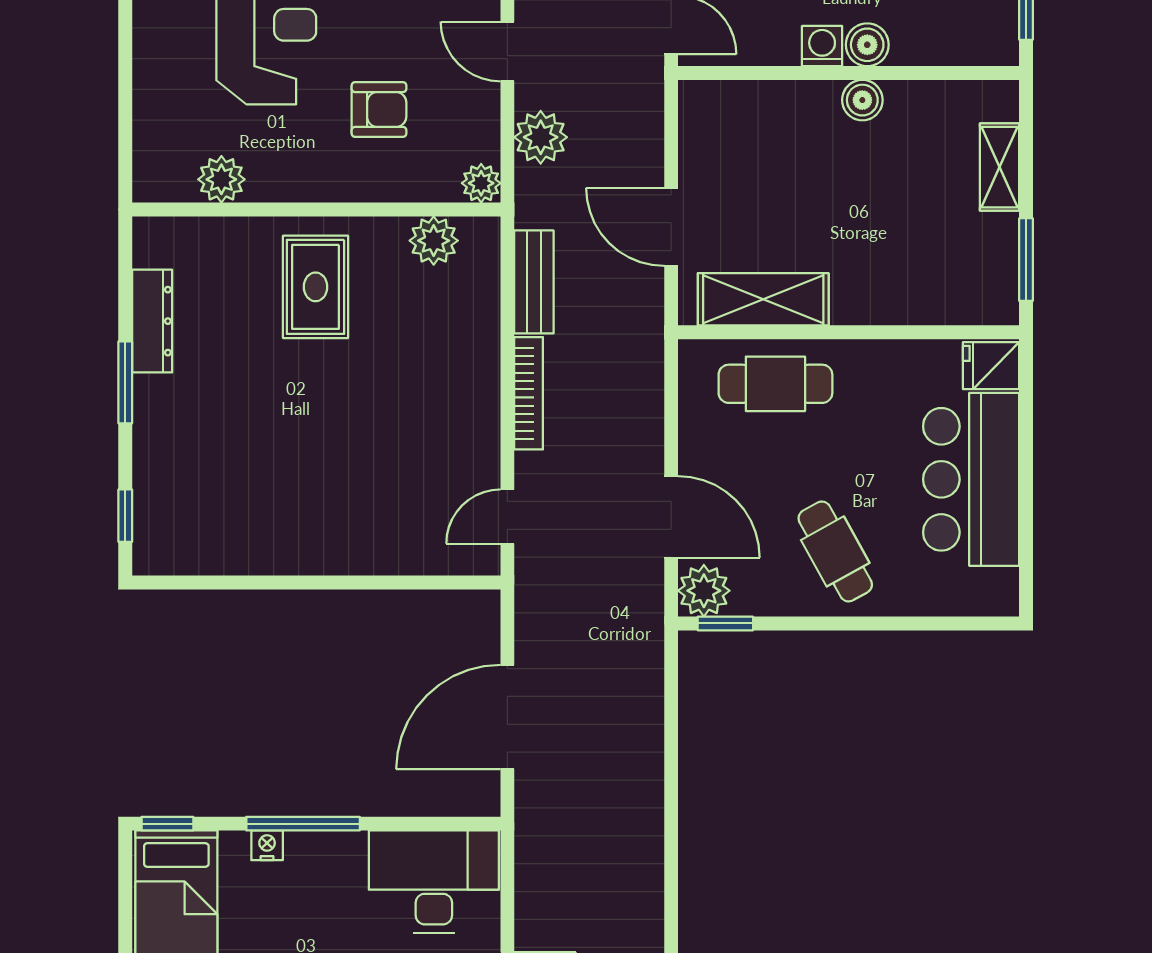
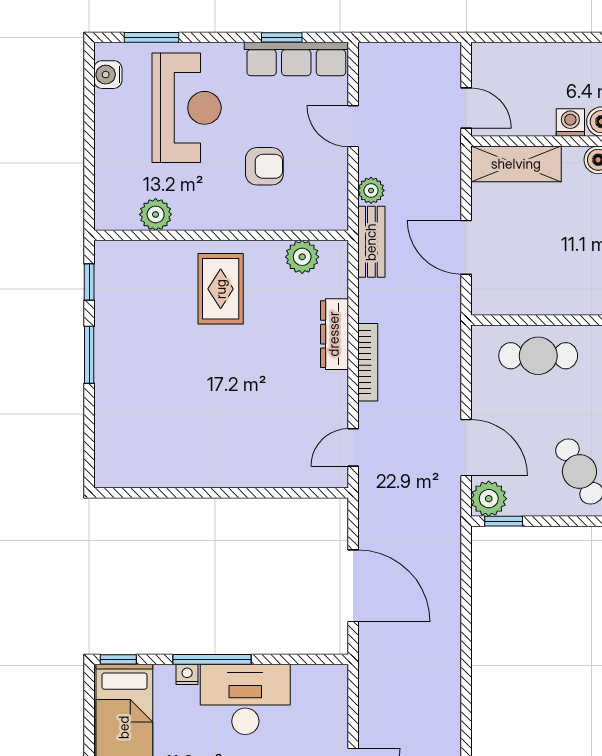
plant: (541, 137) -> (371, 190), width x0.73, depth x0.73
plant: (481, 183) -> (335, 217), removed
bench: (534, 282) -> (371, 242), moved
shelving: (763, 299) -> (516, 164), moved
dresser: (152, 321) -> (334, 334), moved, turned 180
window: (125, 516) -> (89, 282), moved
door: (507, 717) -> (353, 586), swing flipped
desk: (434, 881) -> (245, 699), moved

